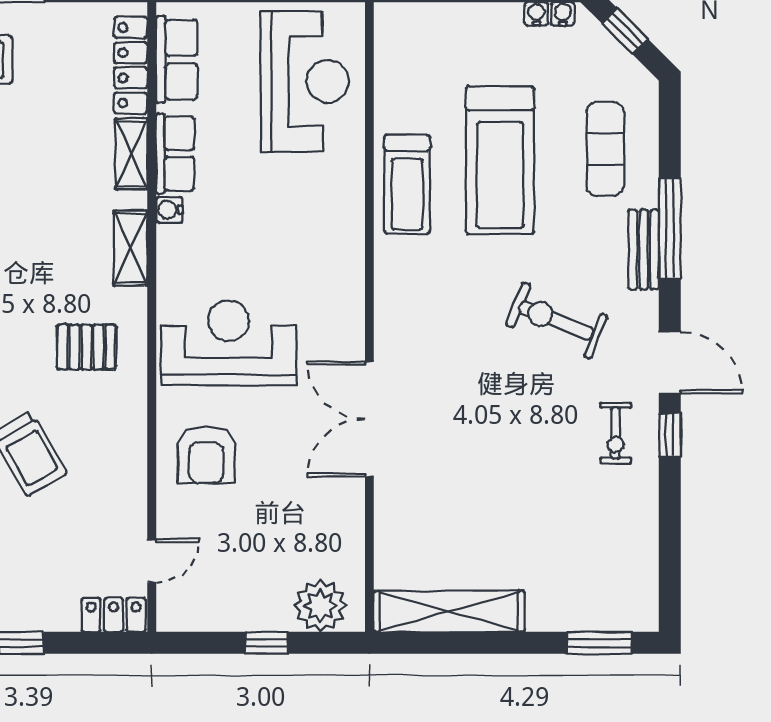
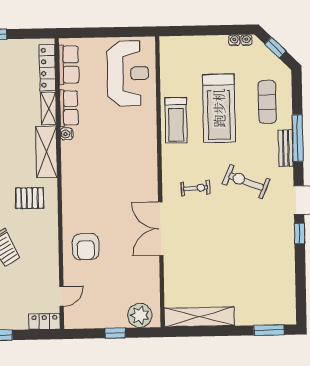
shelving: (131, 248) -> (46, 152), width x1.50, depth x1.33
reception desk: (229, 343) -> (95, 195), removed
exercise bike: (616, 433) -> (195, 188), moved, turned -93

